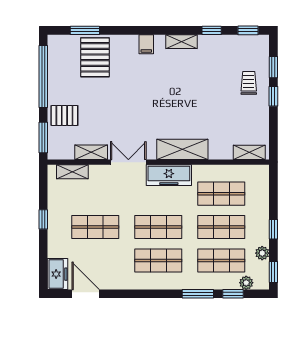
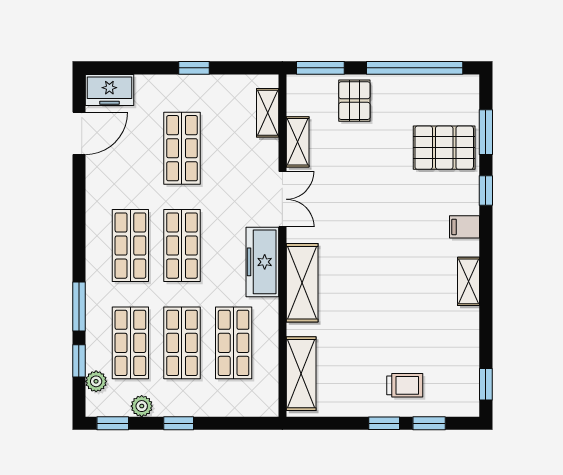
window: (212, 30) -> (486, 190), moved
shelving: (249, 152) -> (301, 374), width x1.50, depth x1.33

